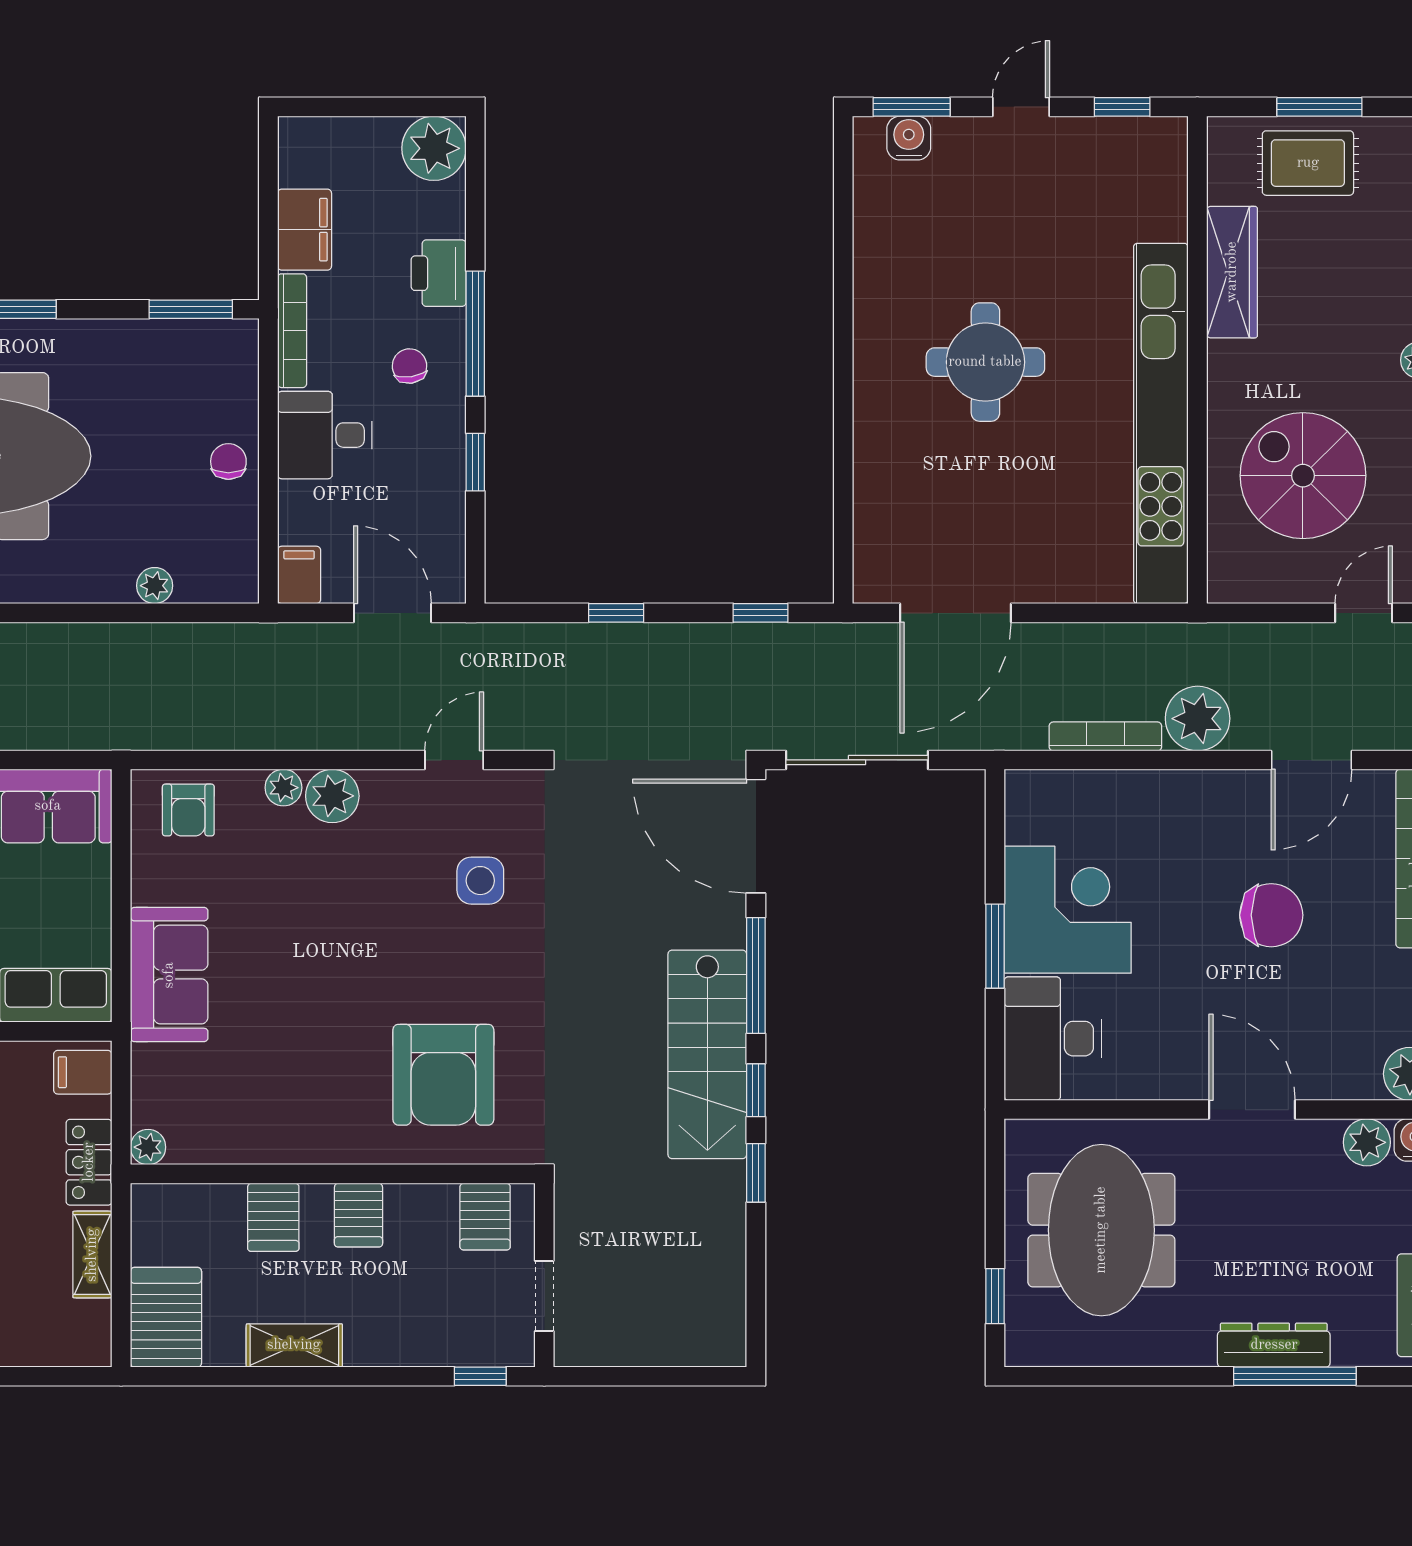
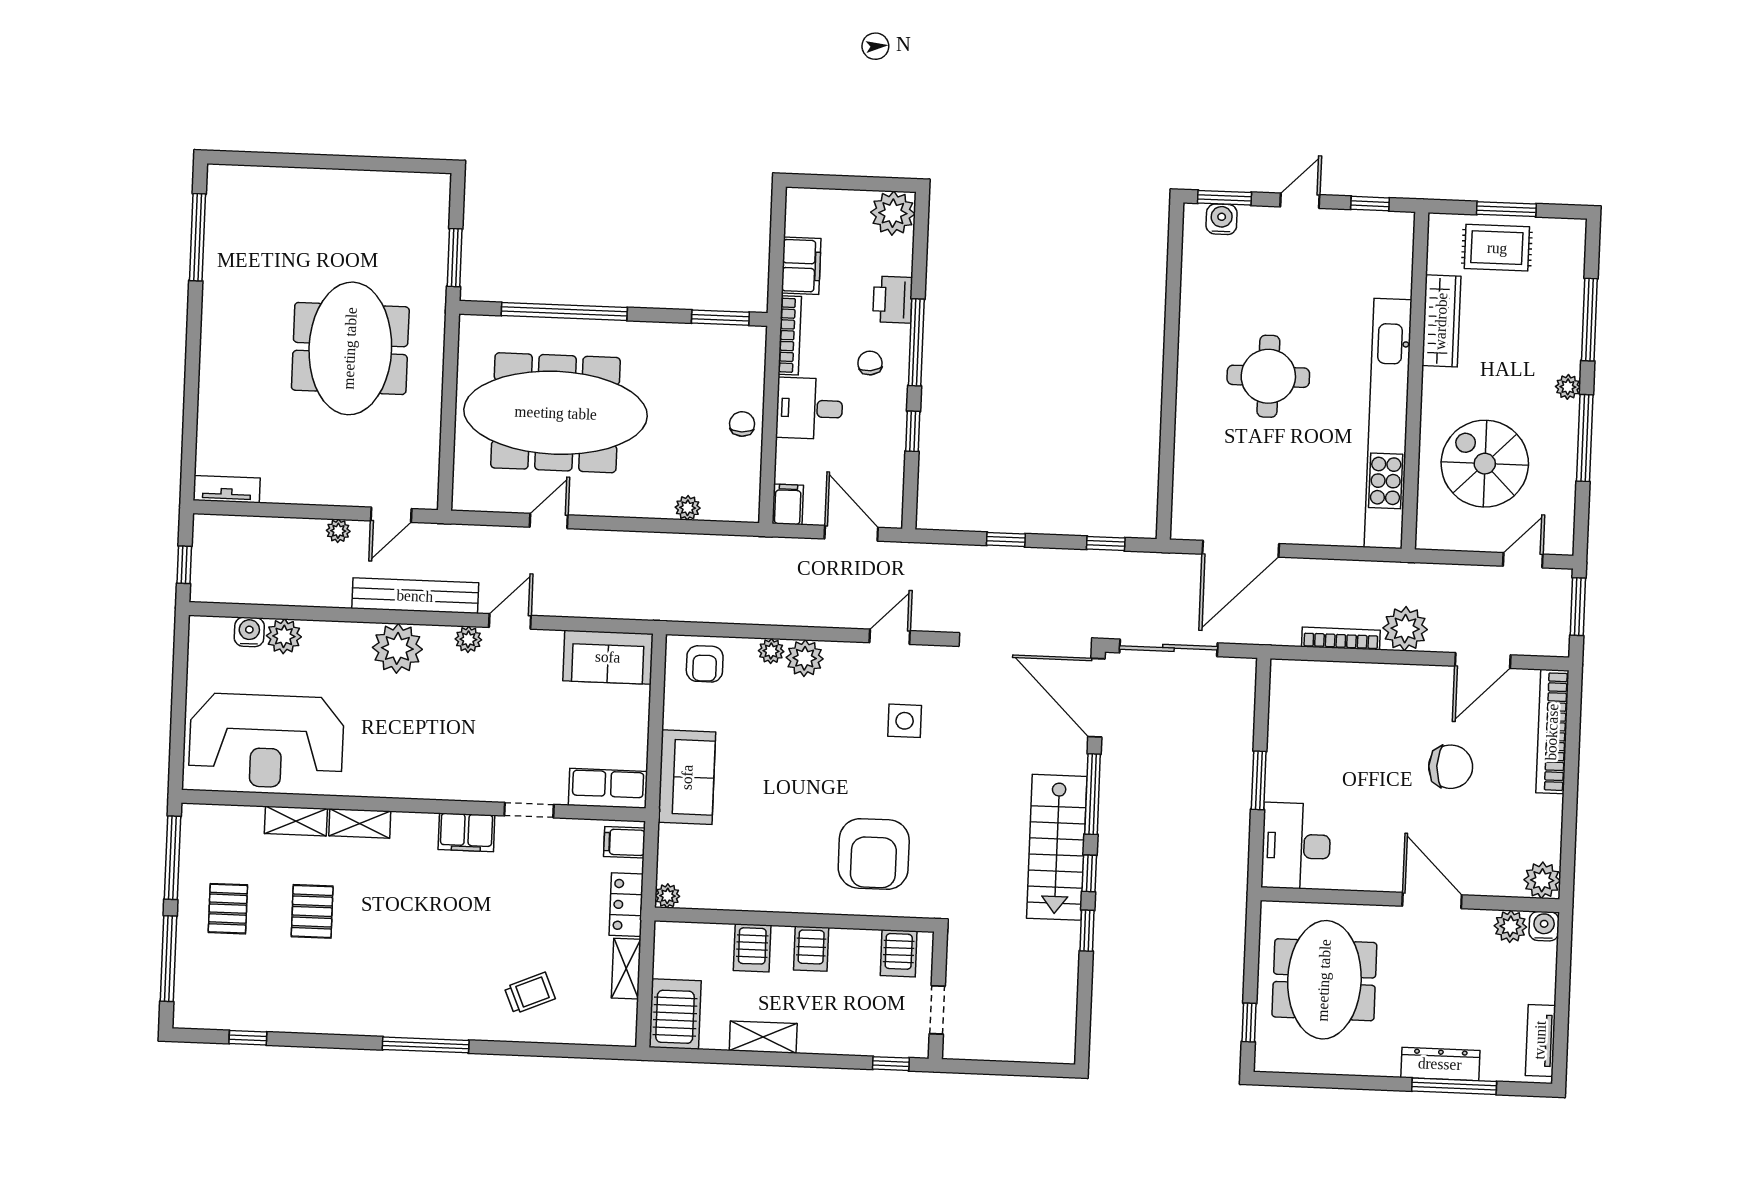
corner desk: (1068, 910) -> (1310, 757), removed

